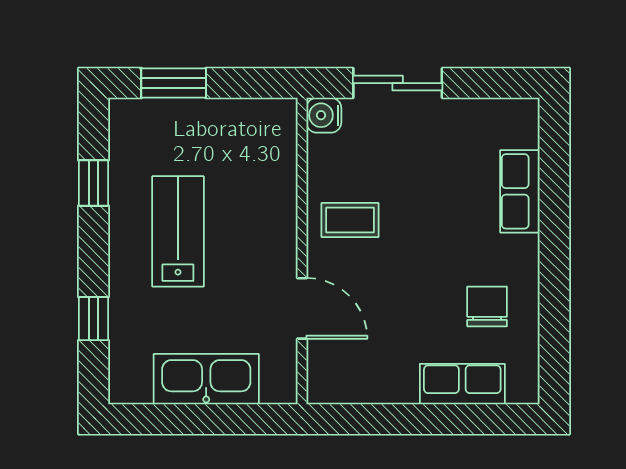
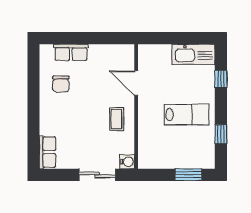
row of seats: (520, 191) -> (47, 152), moved
coffee table: (350, 220) -> (117, 119), turned 90
lab bench: (178, 231) -> (187, 115), turned -90
kitchen sink: (206, 379) -> (194, 54), moved

